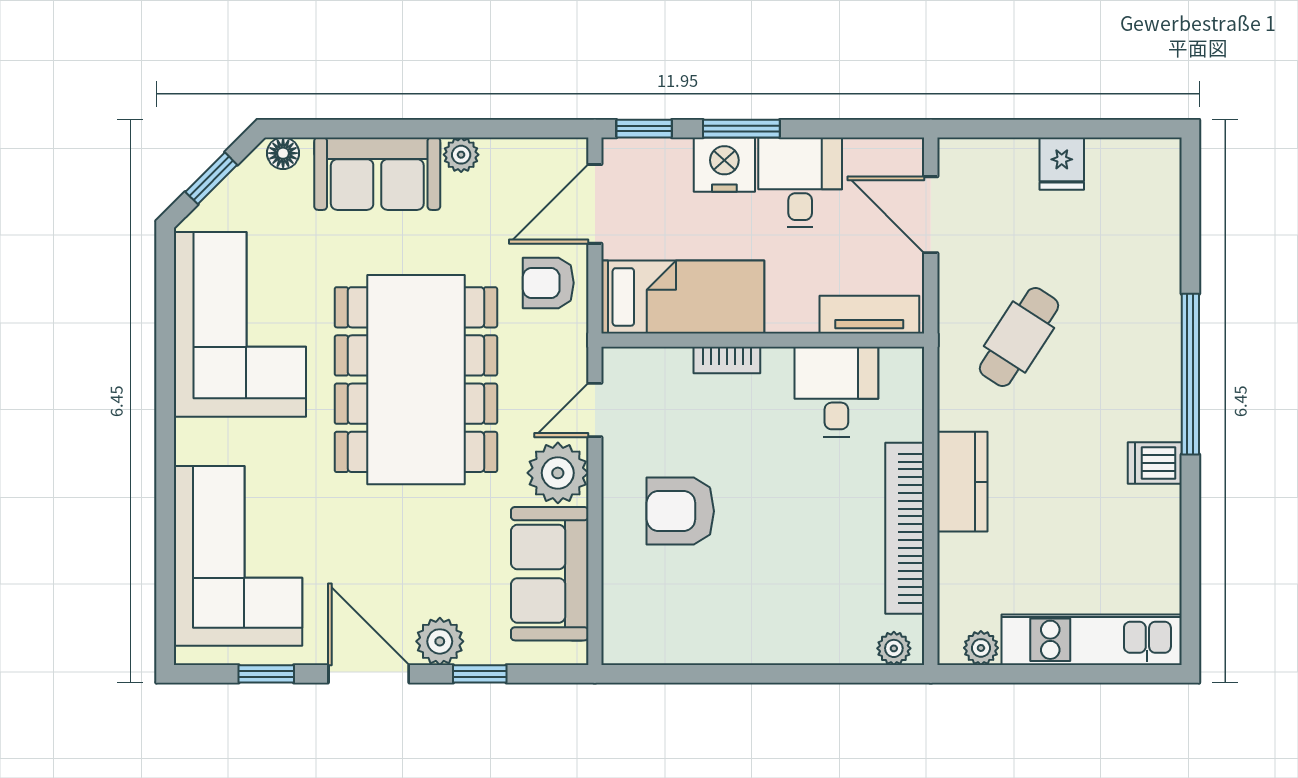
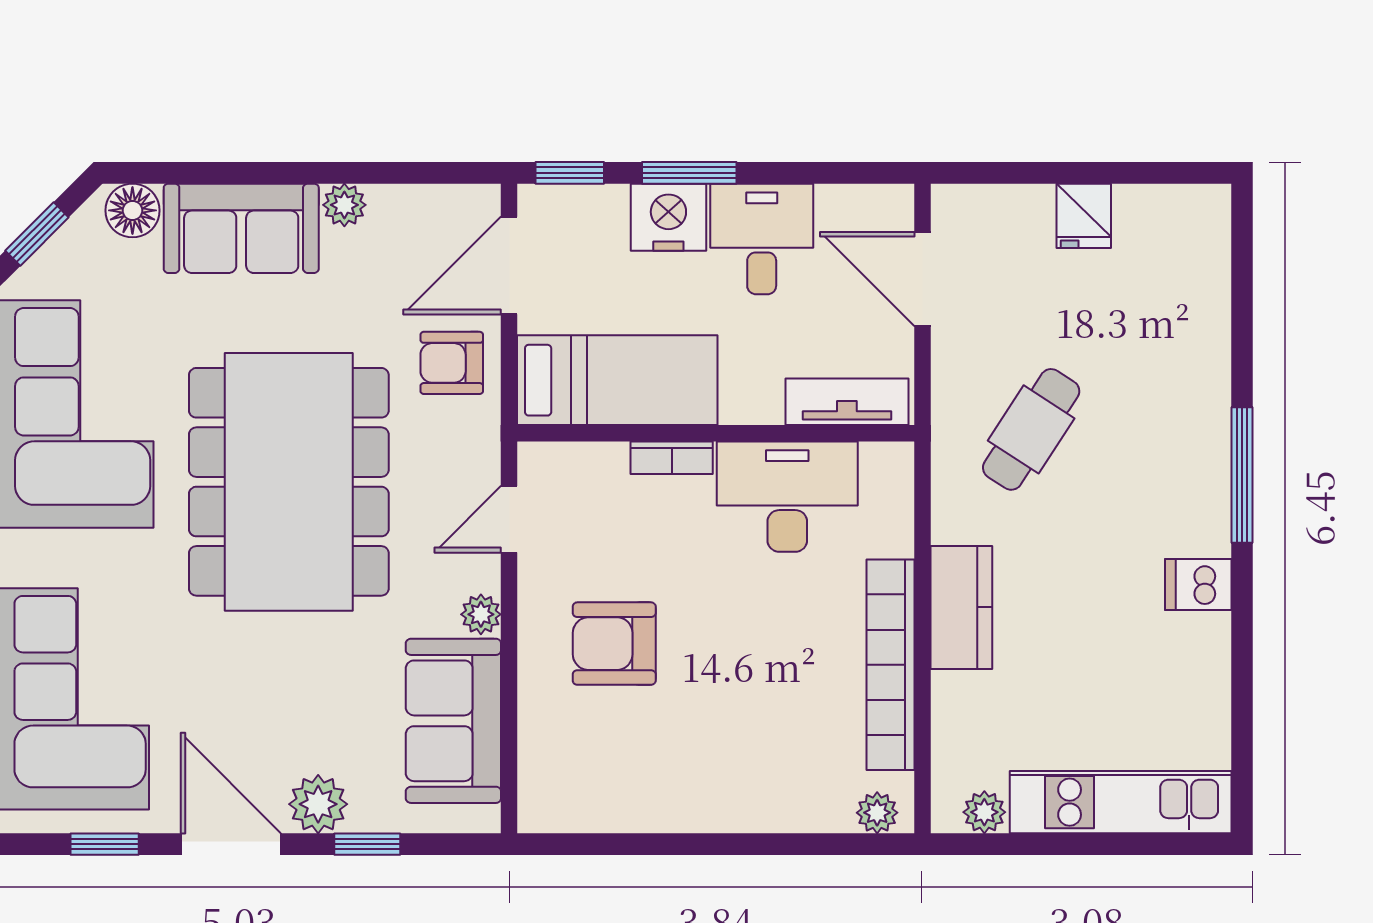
floor lamp: (283, 153) -> (132, 210), width x1.37, depth x1.37
window: (1190, 374) -> (1242, 475), width x0.68
desk: (836, 392) -> (787, 497), width x1.37
plant: (558, 473) -> (481, 614), width x0.53, depth x0.53

